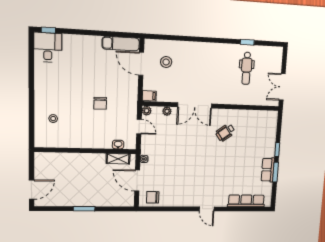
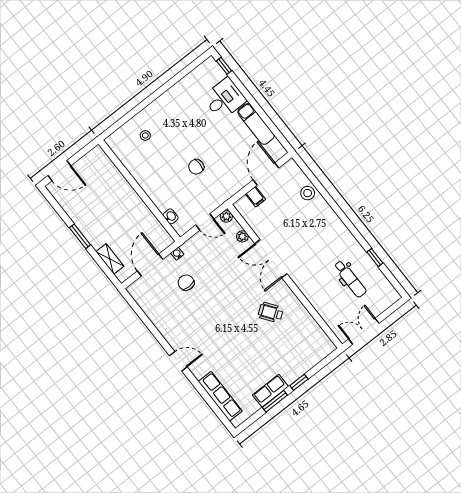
exam couch: (121, 44) -> (256, 124), moved
desk: (48, 47) -> (224, 99), moved
stool: (166, 62) -> (308, 193), moved
dental chair: (247, 68) -> (350, 279), turned -90
filing cabinet: (149, 96) -> (256, 197), moved
door: (139, 127) -> (205, 222), hinge flipped
shelving: (118, 159) -> (110, 259), moved
chair: (153, 197) -> (186, 283), moved
door: (207, 209) -> (178, 361), swing flipped

